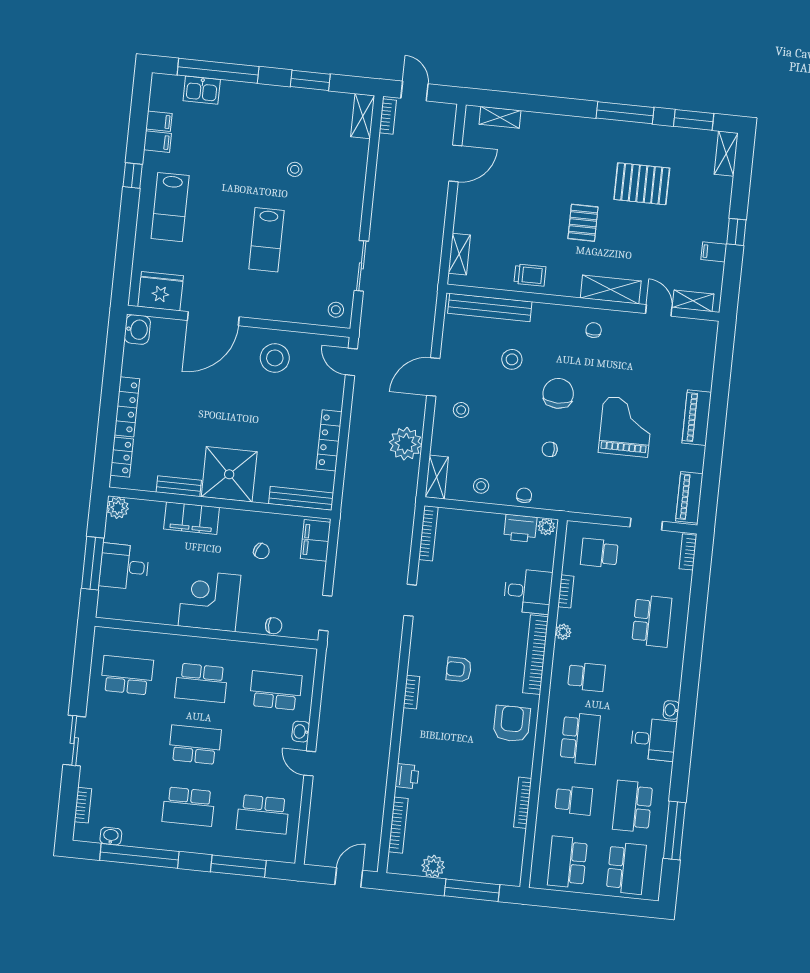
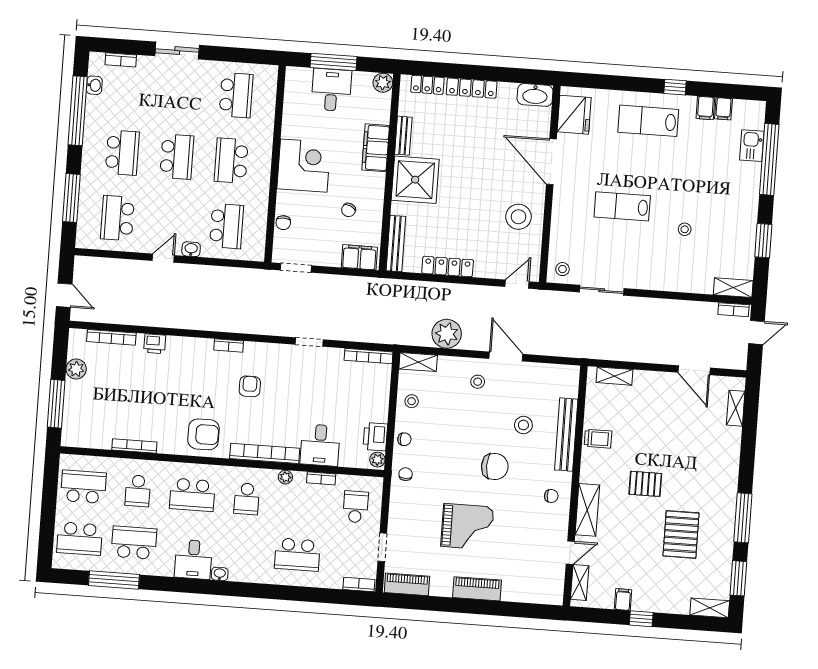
trolley: (530, 275) -> (598, 439), turned -90
bench: (490, 307) -> (566, 435), moved
washbasin: (137, 330) -> (535, 95), width x1.38
chair: (550, 449) -> (406, 474), moved
school desk: (188, 807) -> (122, 153), turned 180

